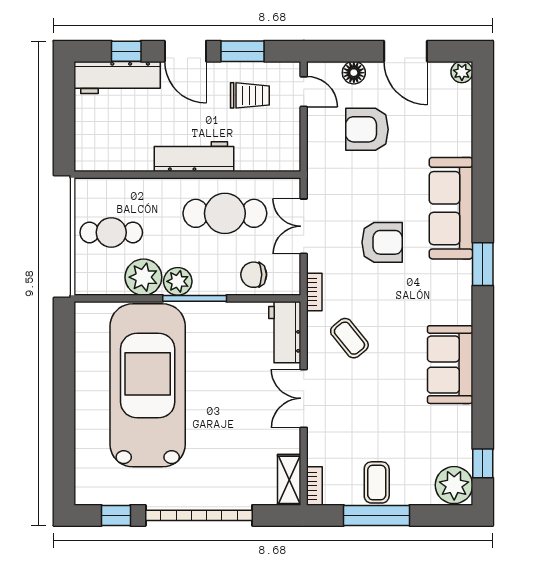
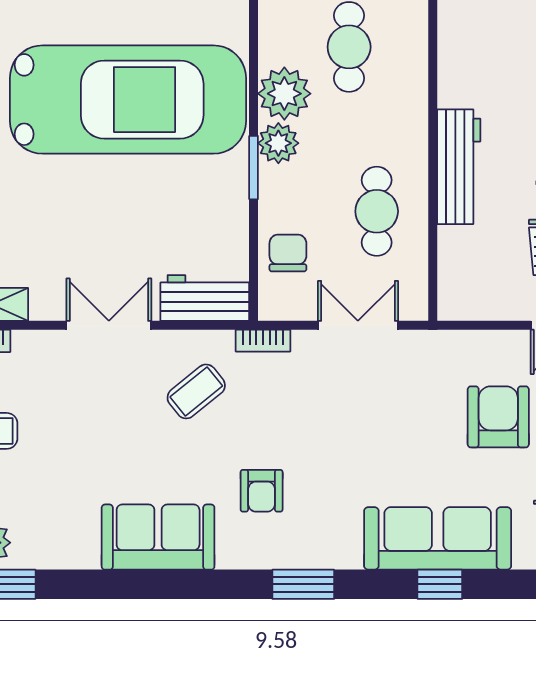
window: (483, 170) -> (440, 584), added
sofa: (451, 208) -> (438, 538), moved
cafe table: (225, 213) -> (377, 211), width x0.73, depth x0.74
armchair: (382, 242) -> (262, 491), moved, width x0.72, depth x0.72
window: (195, 298) -> (254, 168), width x0.69

